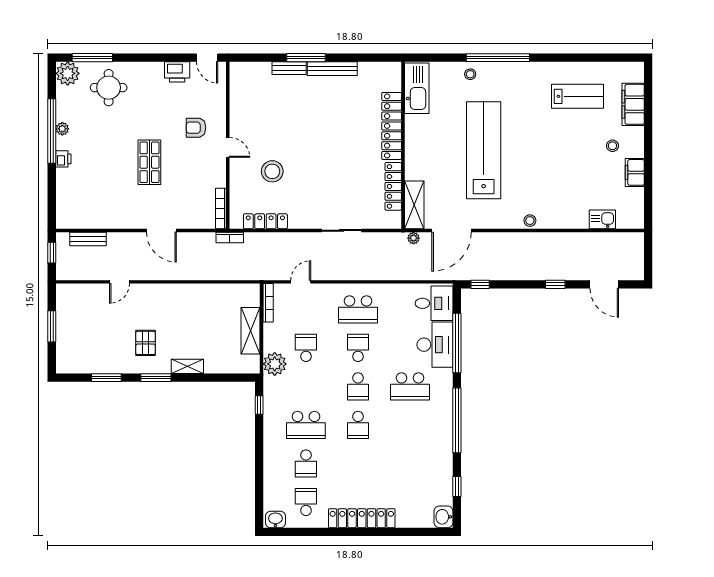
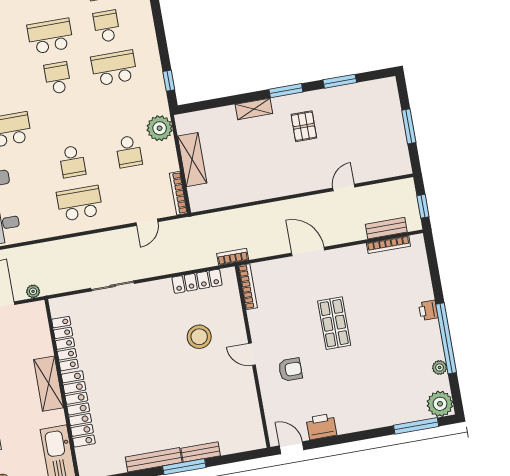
round table: (109, 88) -> (393, 396), removed
plant: (62, 129) -> (440, 367), moved
shelving: (414, 205) -> (49, 384), moved
bookcase: (89, 224) -> (388, 245), added
school desk: (358, 386) -> (50, 36), moved, width x1.85

